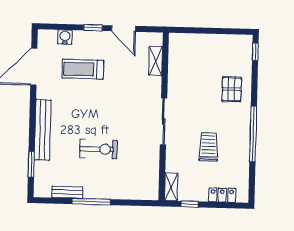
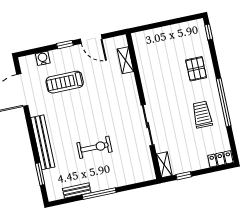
sliding door: (164, 122) -> (148, 125), moved
trolley: (209, 147) -> (202, 115), moved
locker: (222, 195) -> (220, 159), moved

